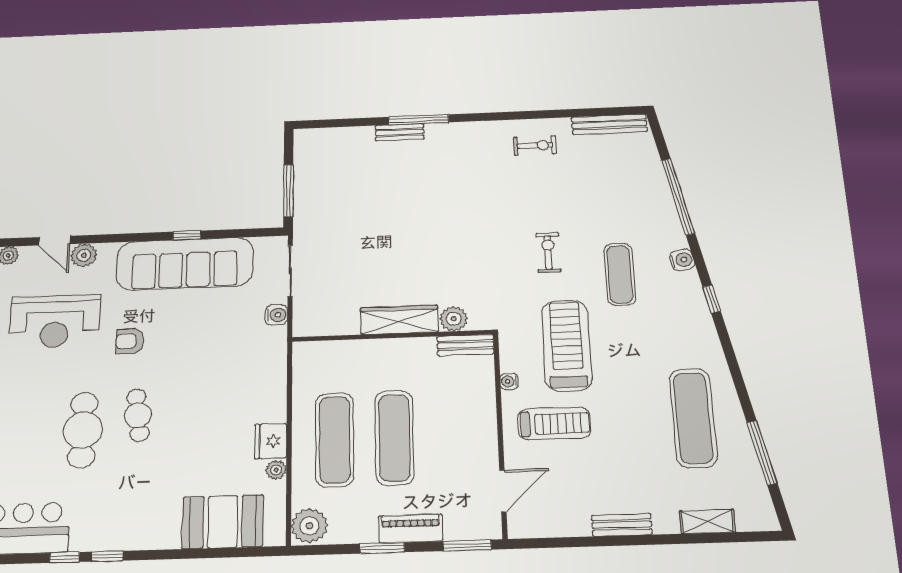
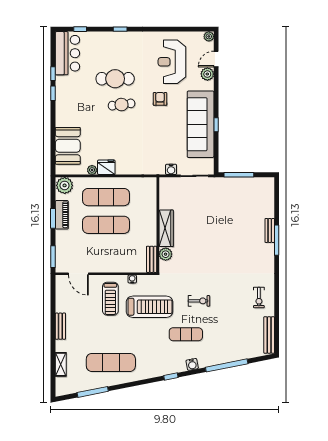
piano: (411, 528) -> (62, 215), moved

